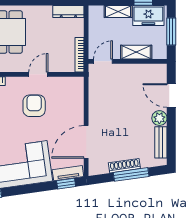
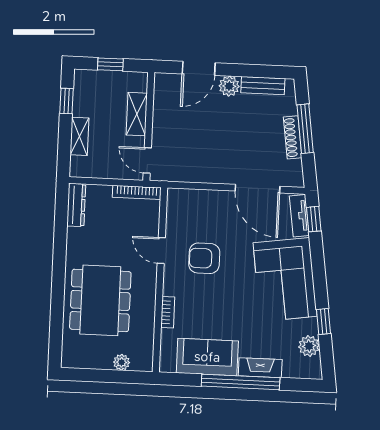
freezer: (148, 15) -> (87, 95), removed
window: (171, 31) -> (110, 64), width x0.67

